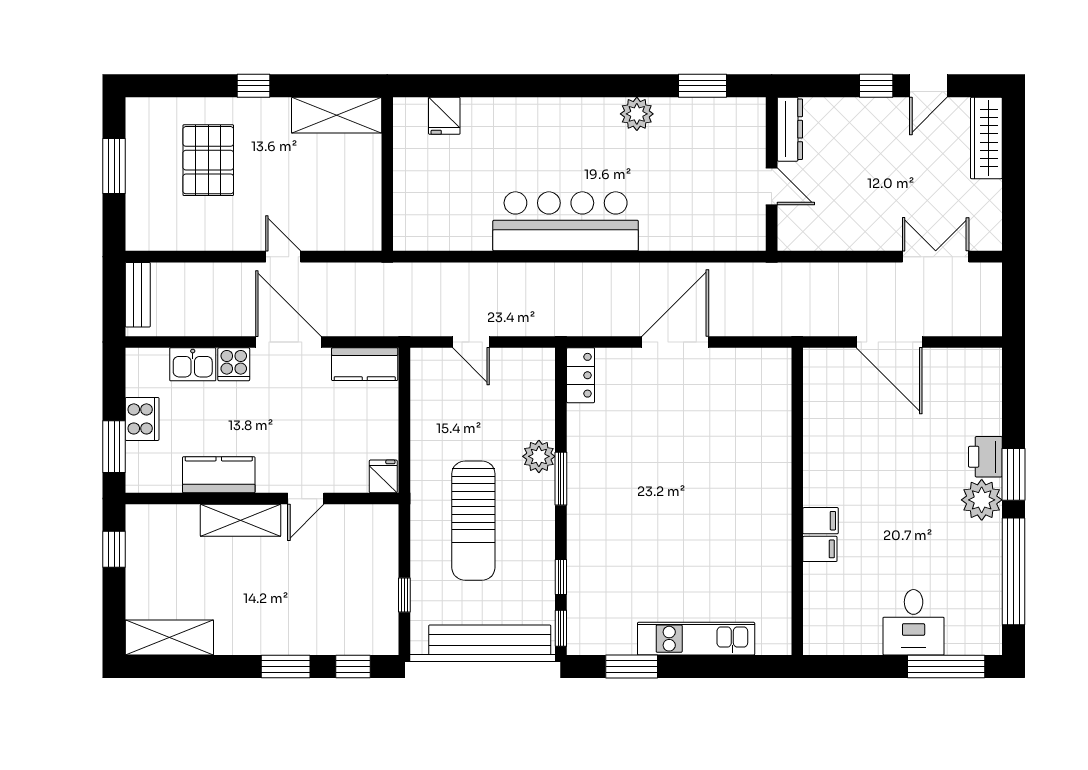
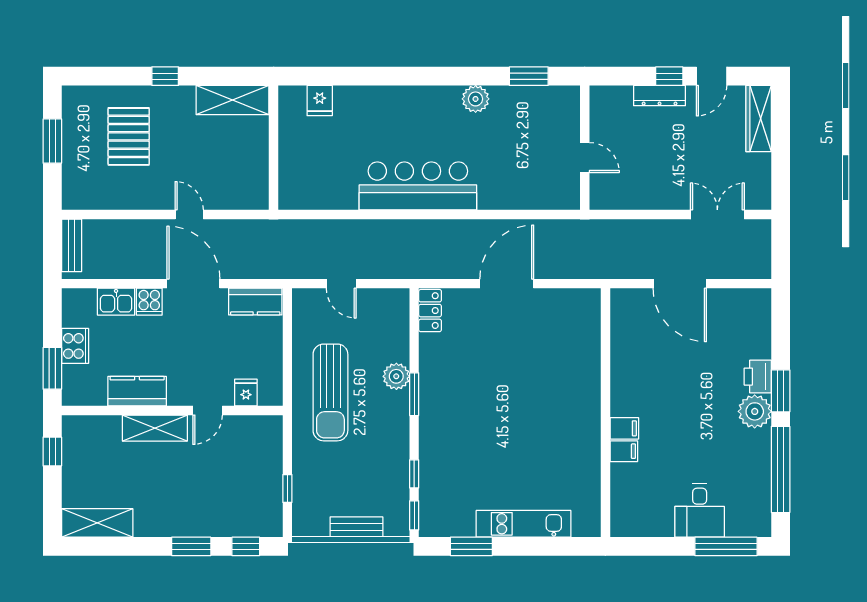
dresser: (790, 129) -> (660, 96), moved, turned 90
fridge: (383, 476) -> (246, 392), moved
sun lounger: (473, 521) -> (330, 392), moved
bench: (490, 640) -> (356, 527), width x0.54, depth x0.82

